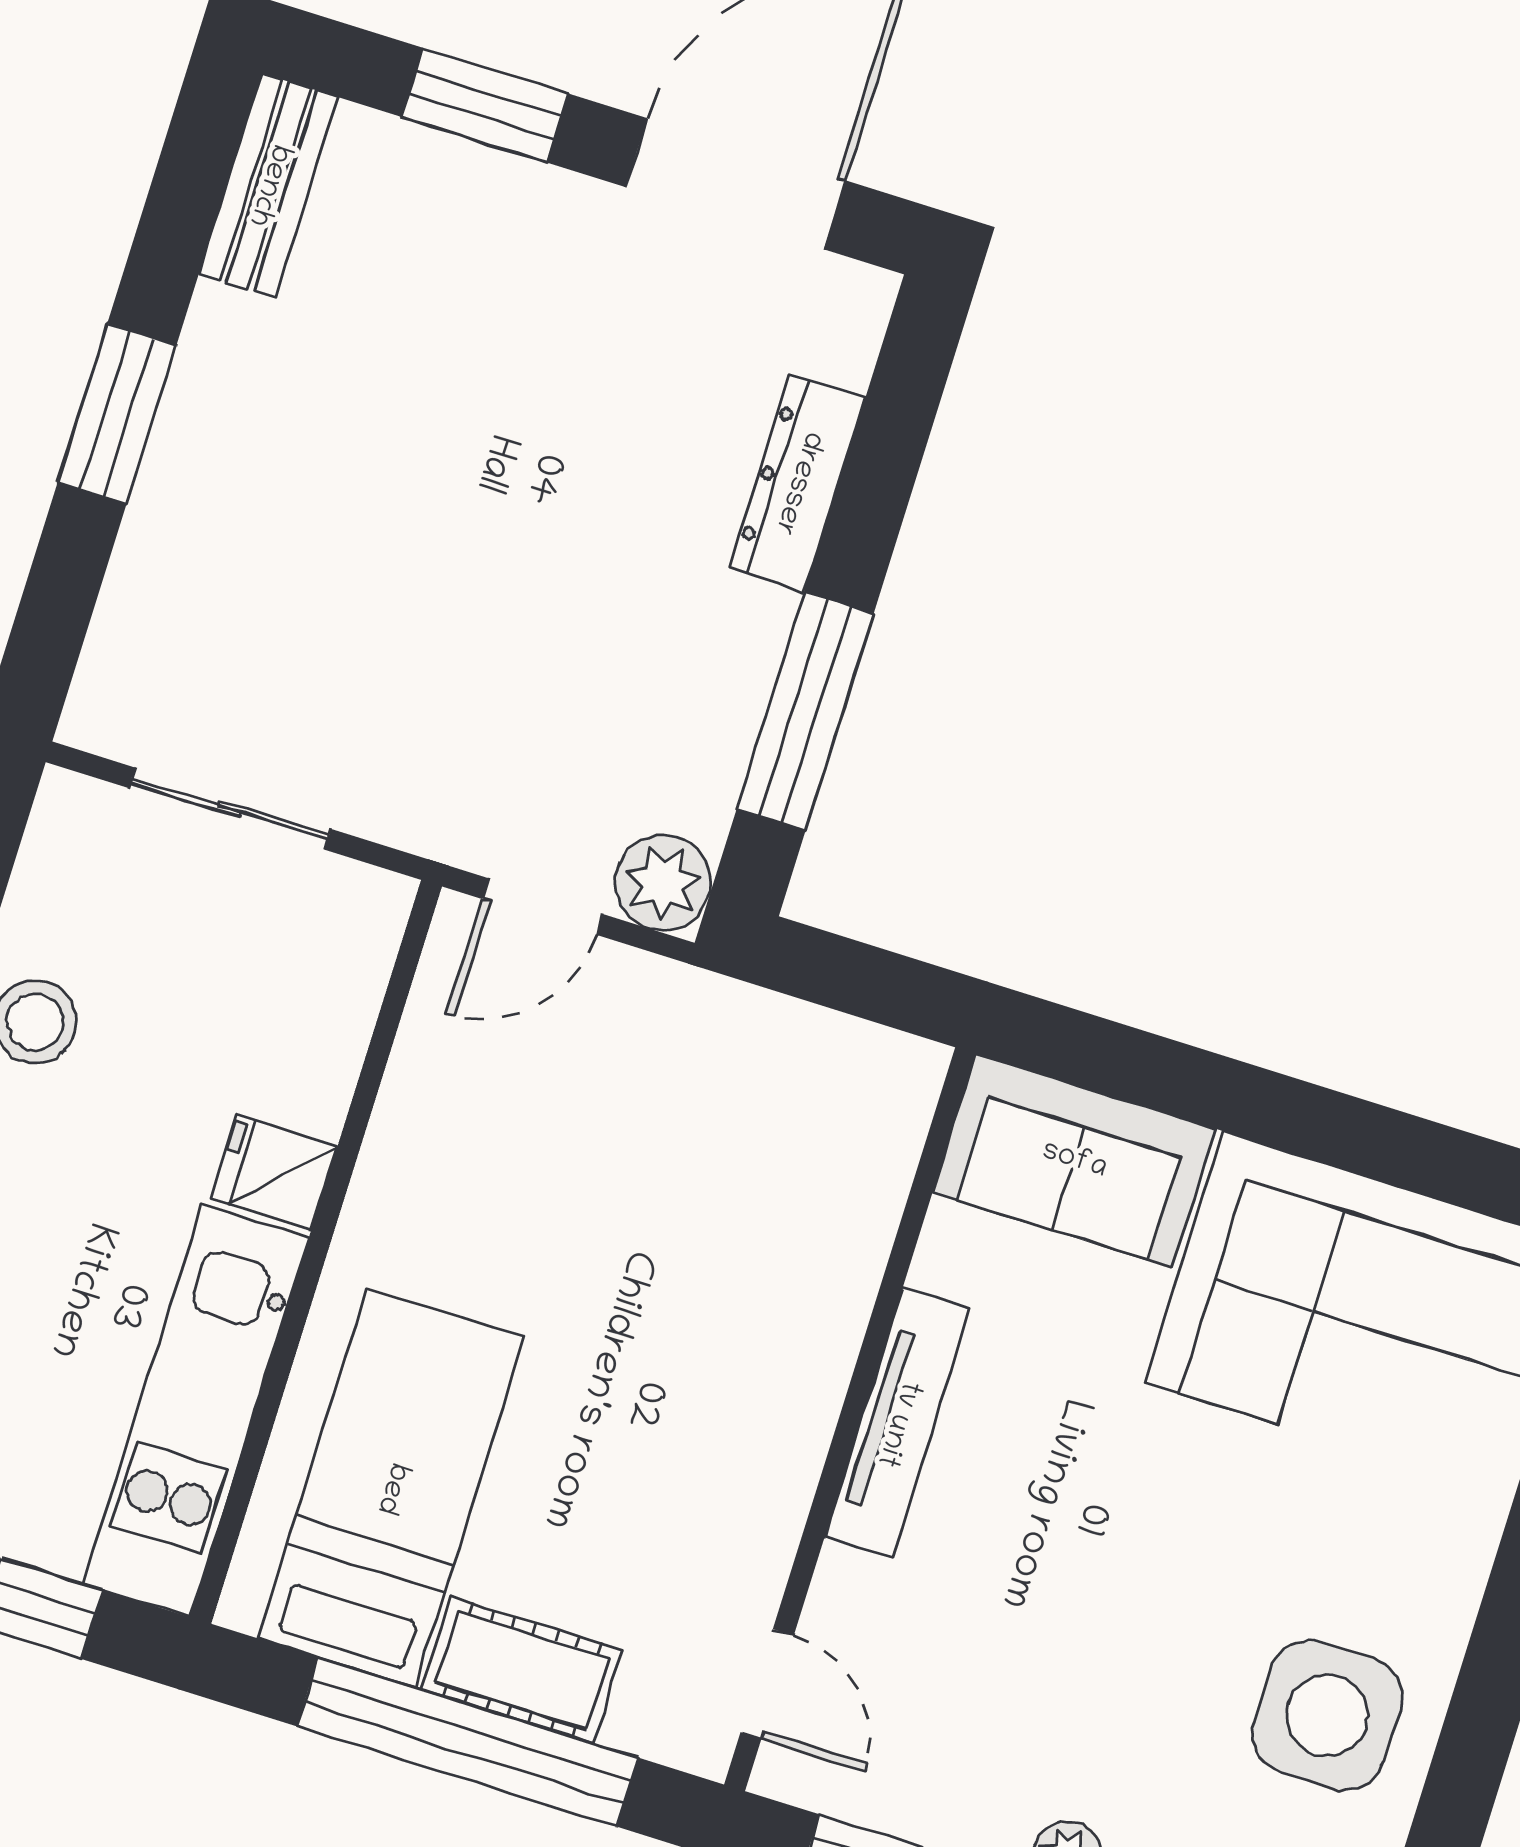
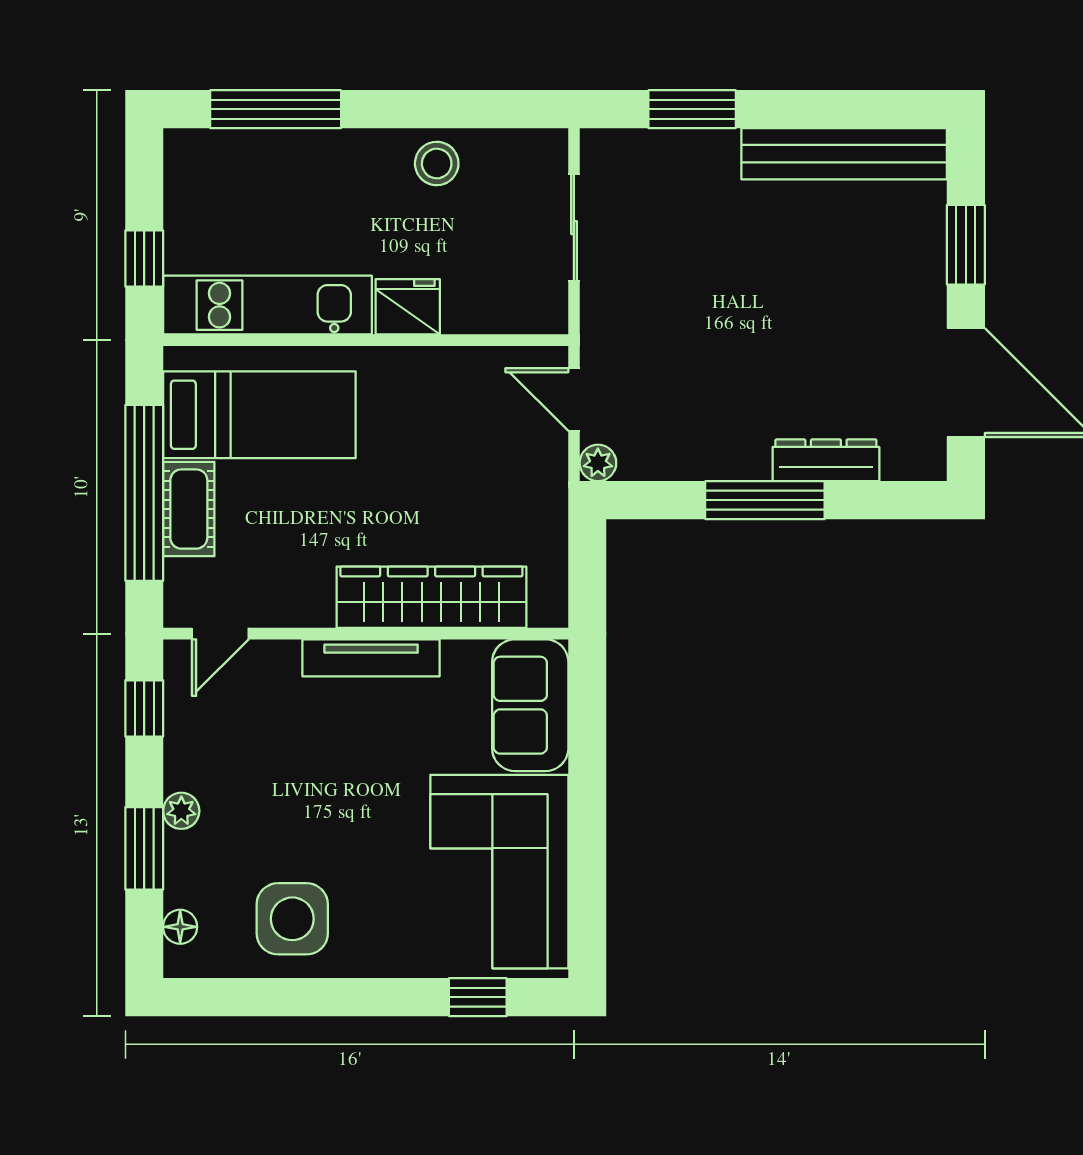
bench: (268, 185) -> (844, 154), width x1.86, depth x1.21
window: (117, 414) -> (692, 109), moved
window: (805, 711) -> (765, 500), moved
plant: (663, 883) -> (598, 463), width x0.73, depth x0.73
fridge: (274, 1173) -> (408, 307), width x1.38
wardrobe: (821, 1279) -> (431, 597), added

